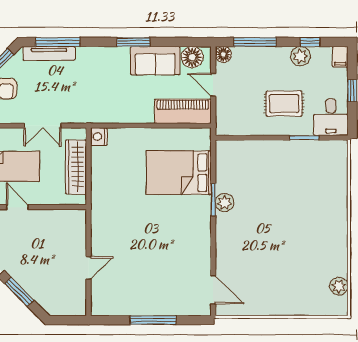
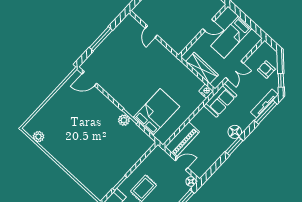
floor lamp: (192, 57) -> (235, 132), moved
sofa: (155, 61) -> (220, 100), moved, turned 180
double door: (42, 126) -> (235, 70), swing flipped

